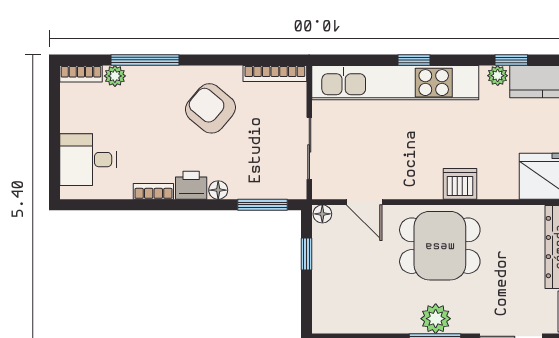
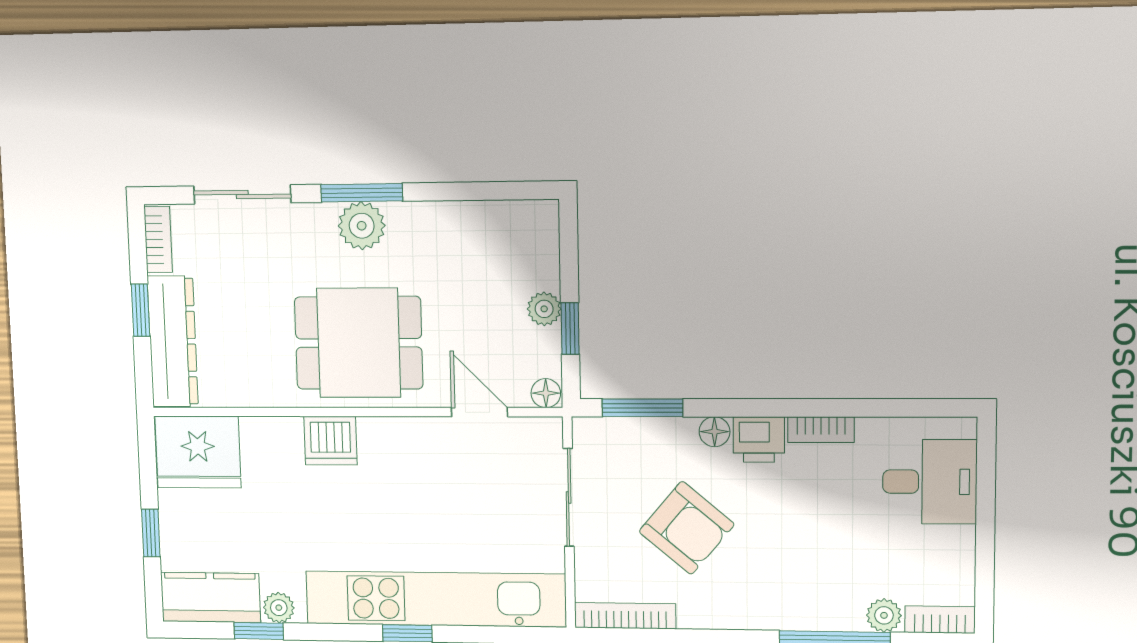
armchair: (210, 108) -> (687, 528), moved
plant: (322, 266) -> (544, 309), added

